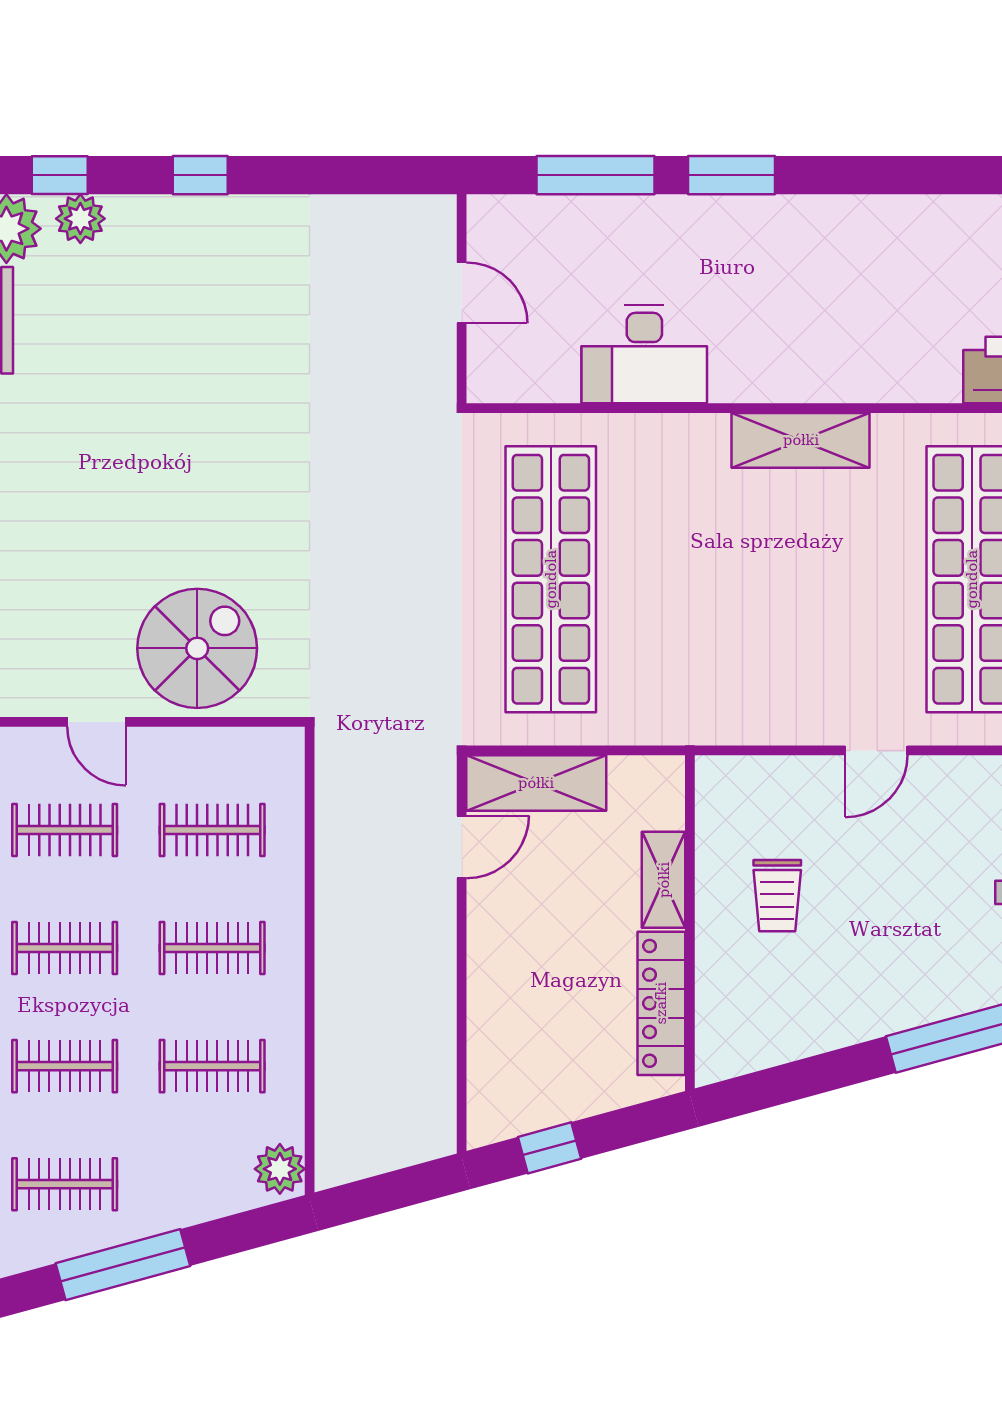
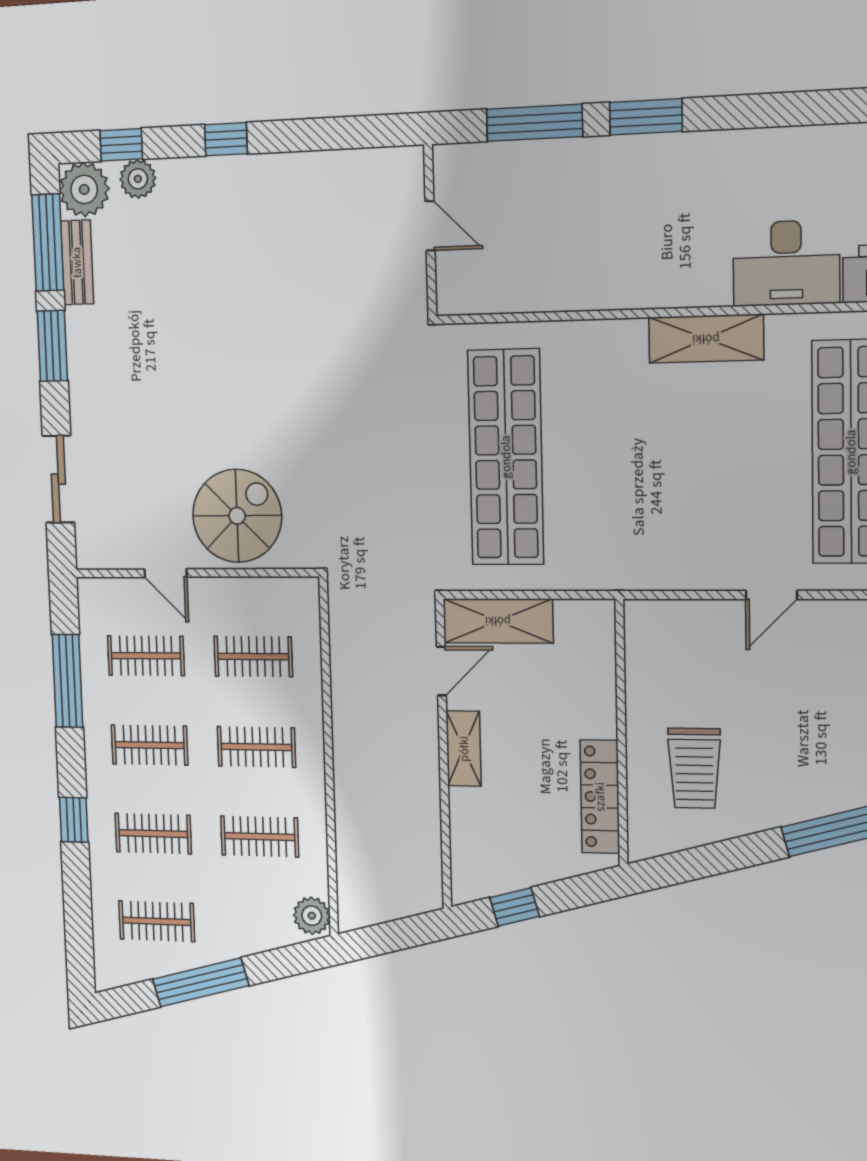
desk: (644, 354) -> (786, 263), moved
shelving: (664, 880) -> (464, 749), moved
trolley: (777, 896) -> (694, 768), moved, width x1.36, depth x1.39

